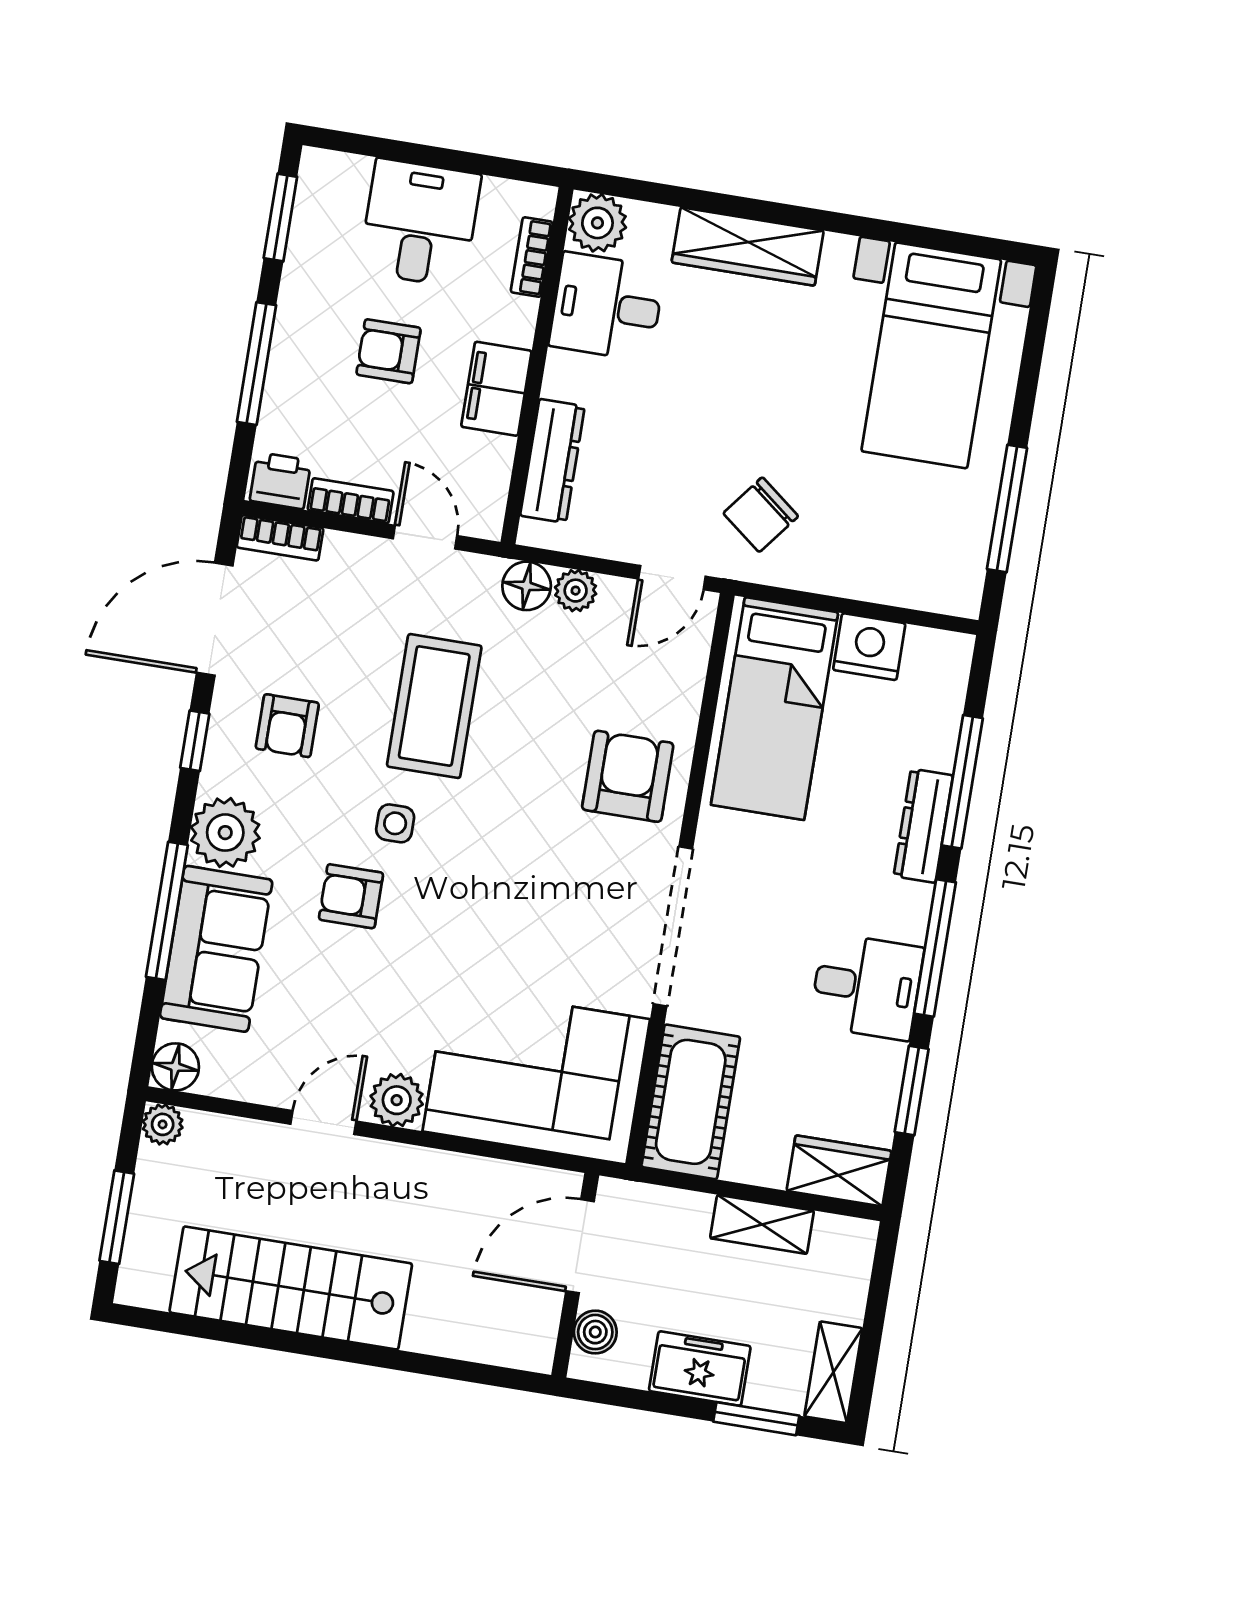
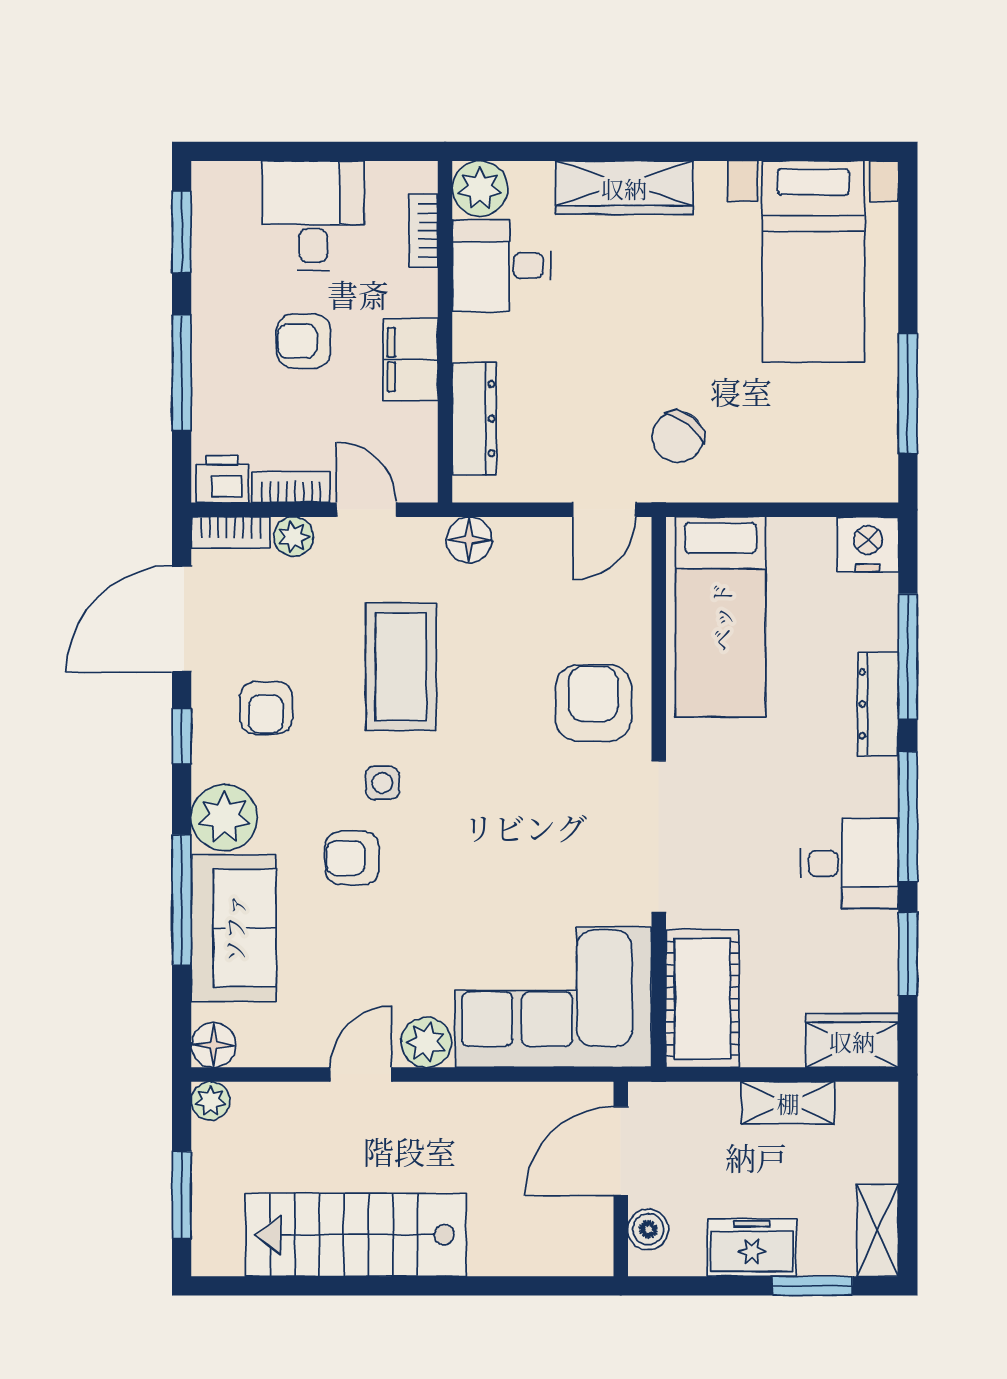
plant: (576, 591) -> (294, 537), moved
nightstand: (869, 647) -> (868, 544), moved

